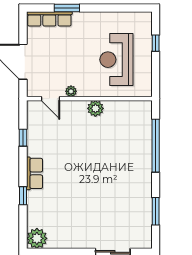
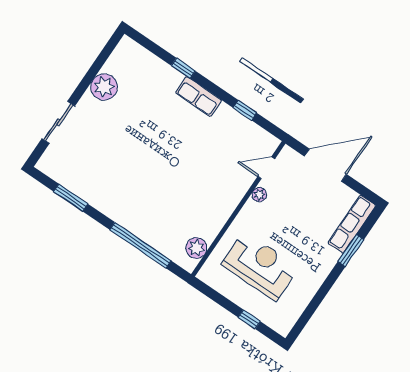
plant: (95, 108) -> (196, 248), moved
plant: (37, 238) -> (104, 87), moved

